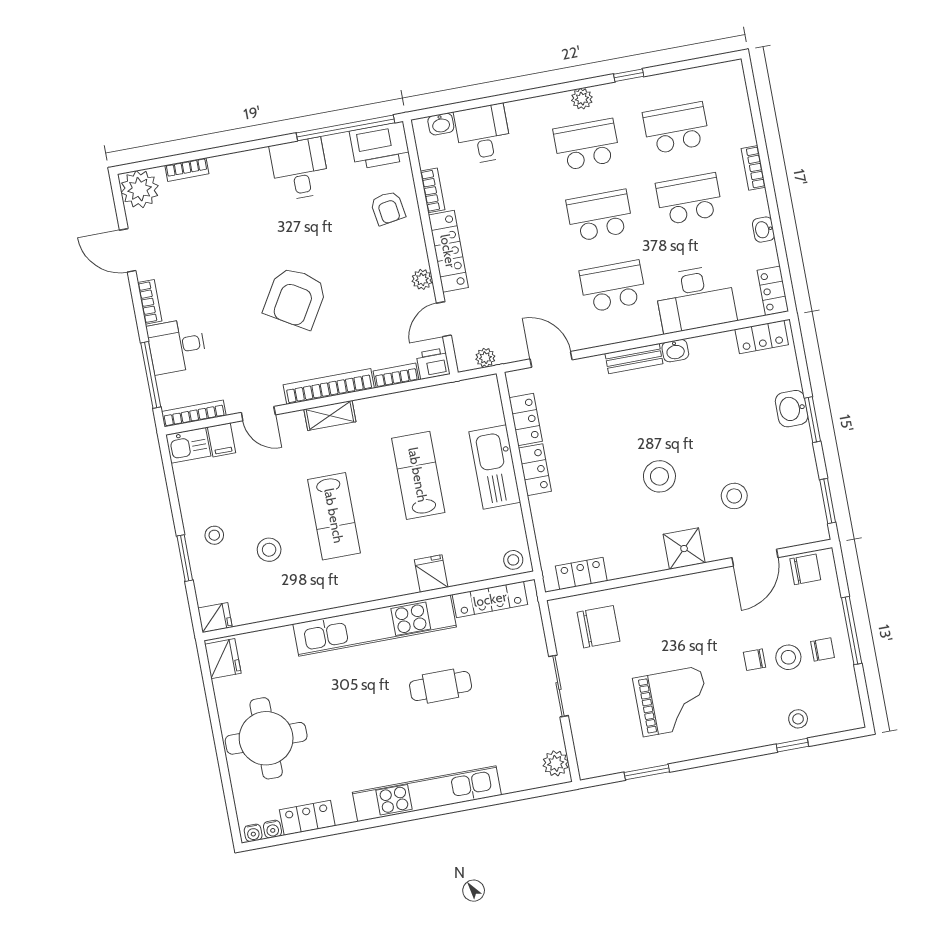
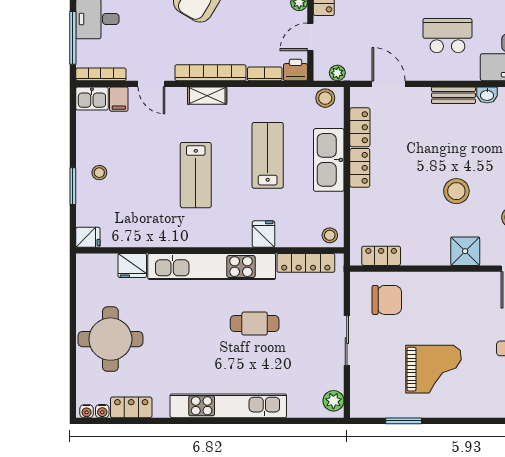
stool: (269, 550) -> (325, 98), moved
fridge: (223, 659) -> (132, 266), moved, turned 90

